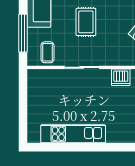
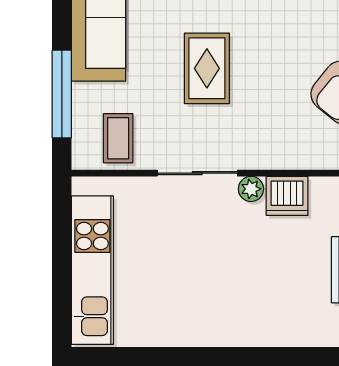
plant: (105, 74) -> (251, 189), added
kitchen unit: (73, 134) -> (92, 270), moved, turned 90

